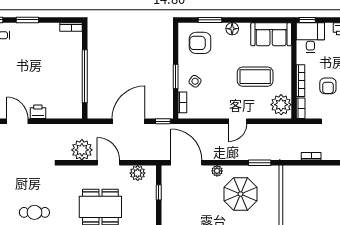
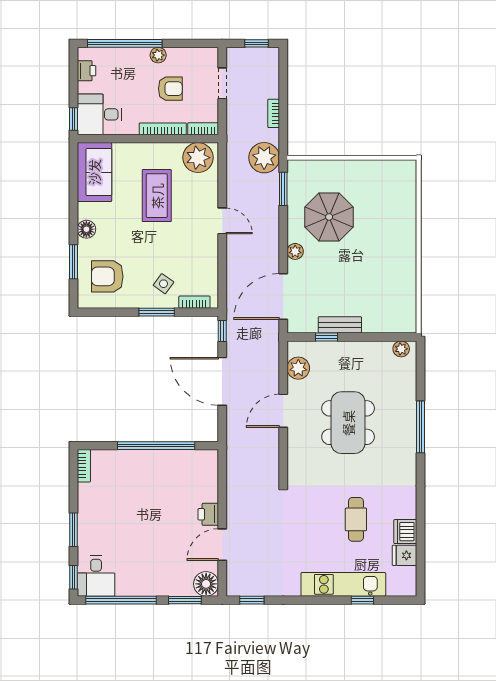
armchair: (200, 43) -> (107, 276), turned 90
plant: (82, 150) -> (264, 158), moved
bench: (167, 201) -> (340, 325), added

